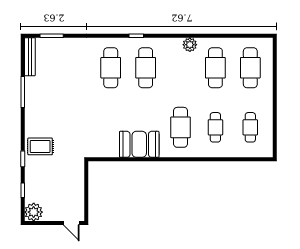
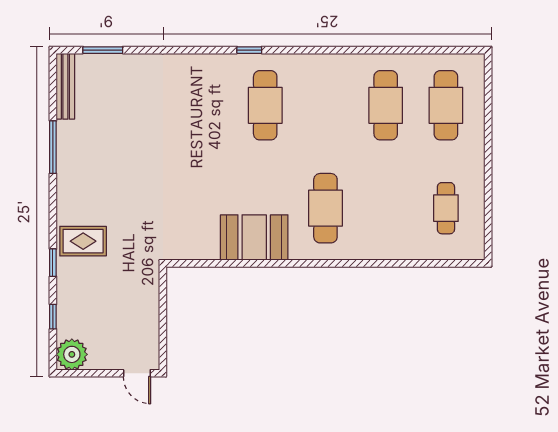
plant: (190, 45) -> (341, 65), removed
cafe table: (111, 68) -> (205, 105), removed
cafe table: (215, 127) -> (386, 208), removed

